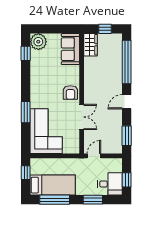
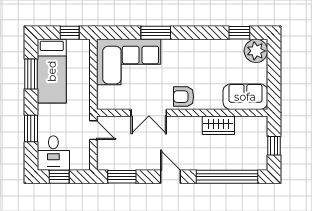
wardrobe: (91, 45) -> (218, 125), moved
window: (55, 200) -> (31, 74), width x0.69

